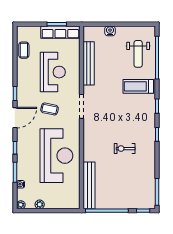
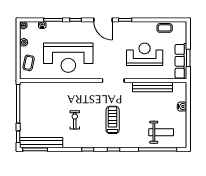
weight bench: (138, 54) -> (161, 132), turned 180
reception desk: (53, 72) -> (145, 54), turned 180
treadmill: (138, 86) -> (113, 120), moved
coffee table: (50, 109) -> (29, 63), moved
bench: (89, 185) -> (41, 143), moved

